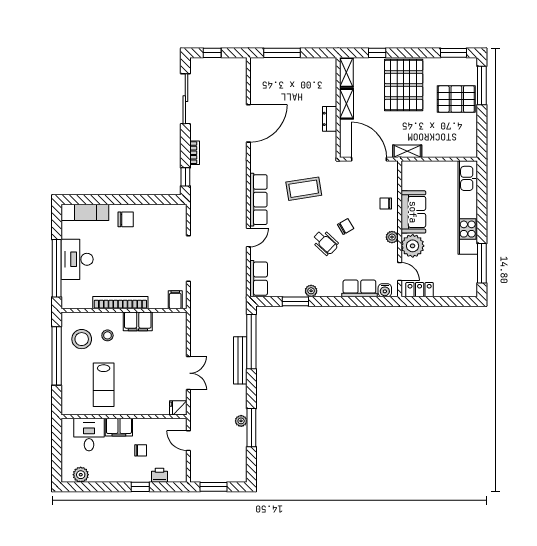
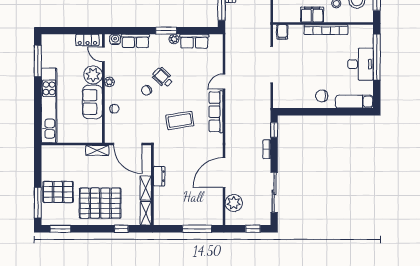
plant: (236, 85) -> (234, 203), added
pallet: (404, 85) -> (100, 203), turned 90
row of seats: (259, 279) -> (194, 41), moved, turned -90
window: (295, 301) -> (166, 31), moved

